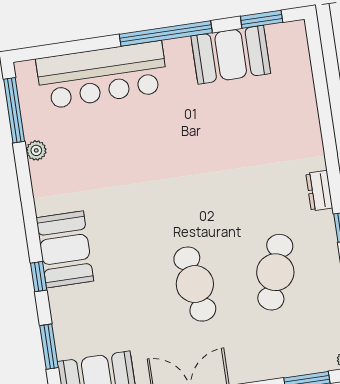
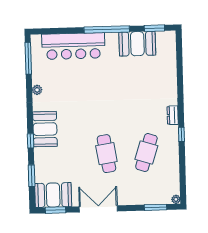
plant: (36, 150) -> (37, 90), moved

